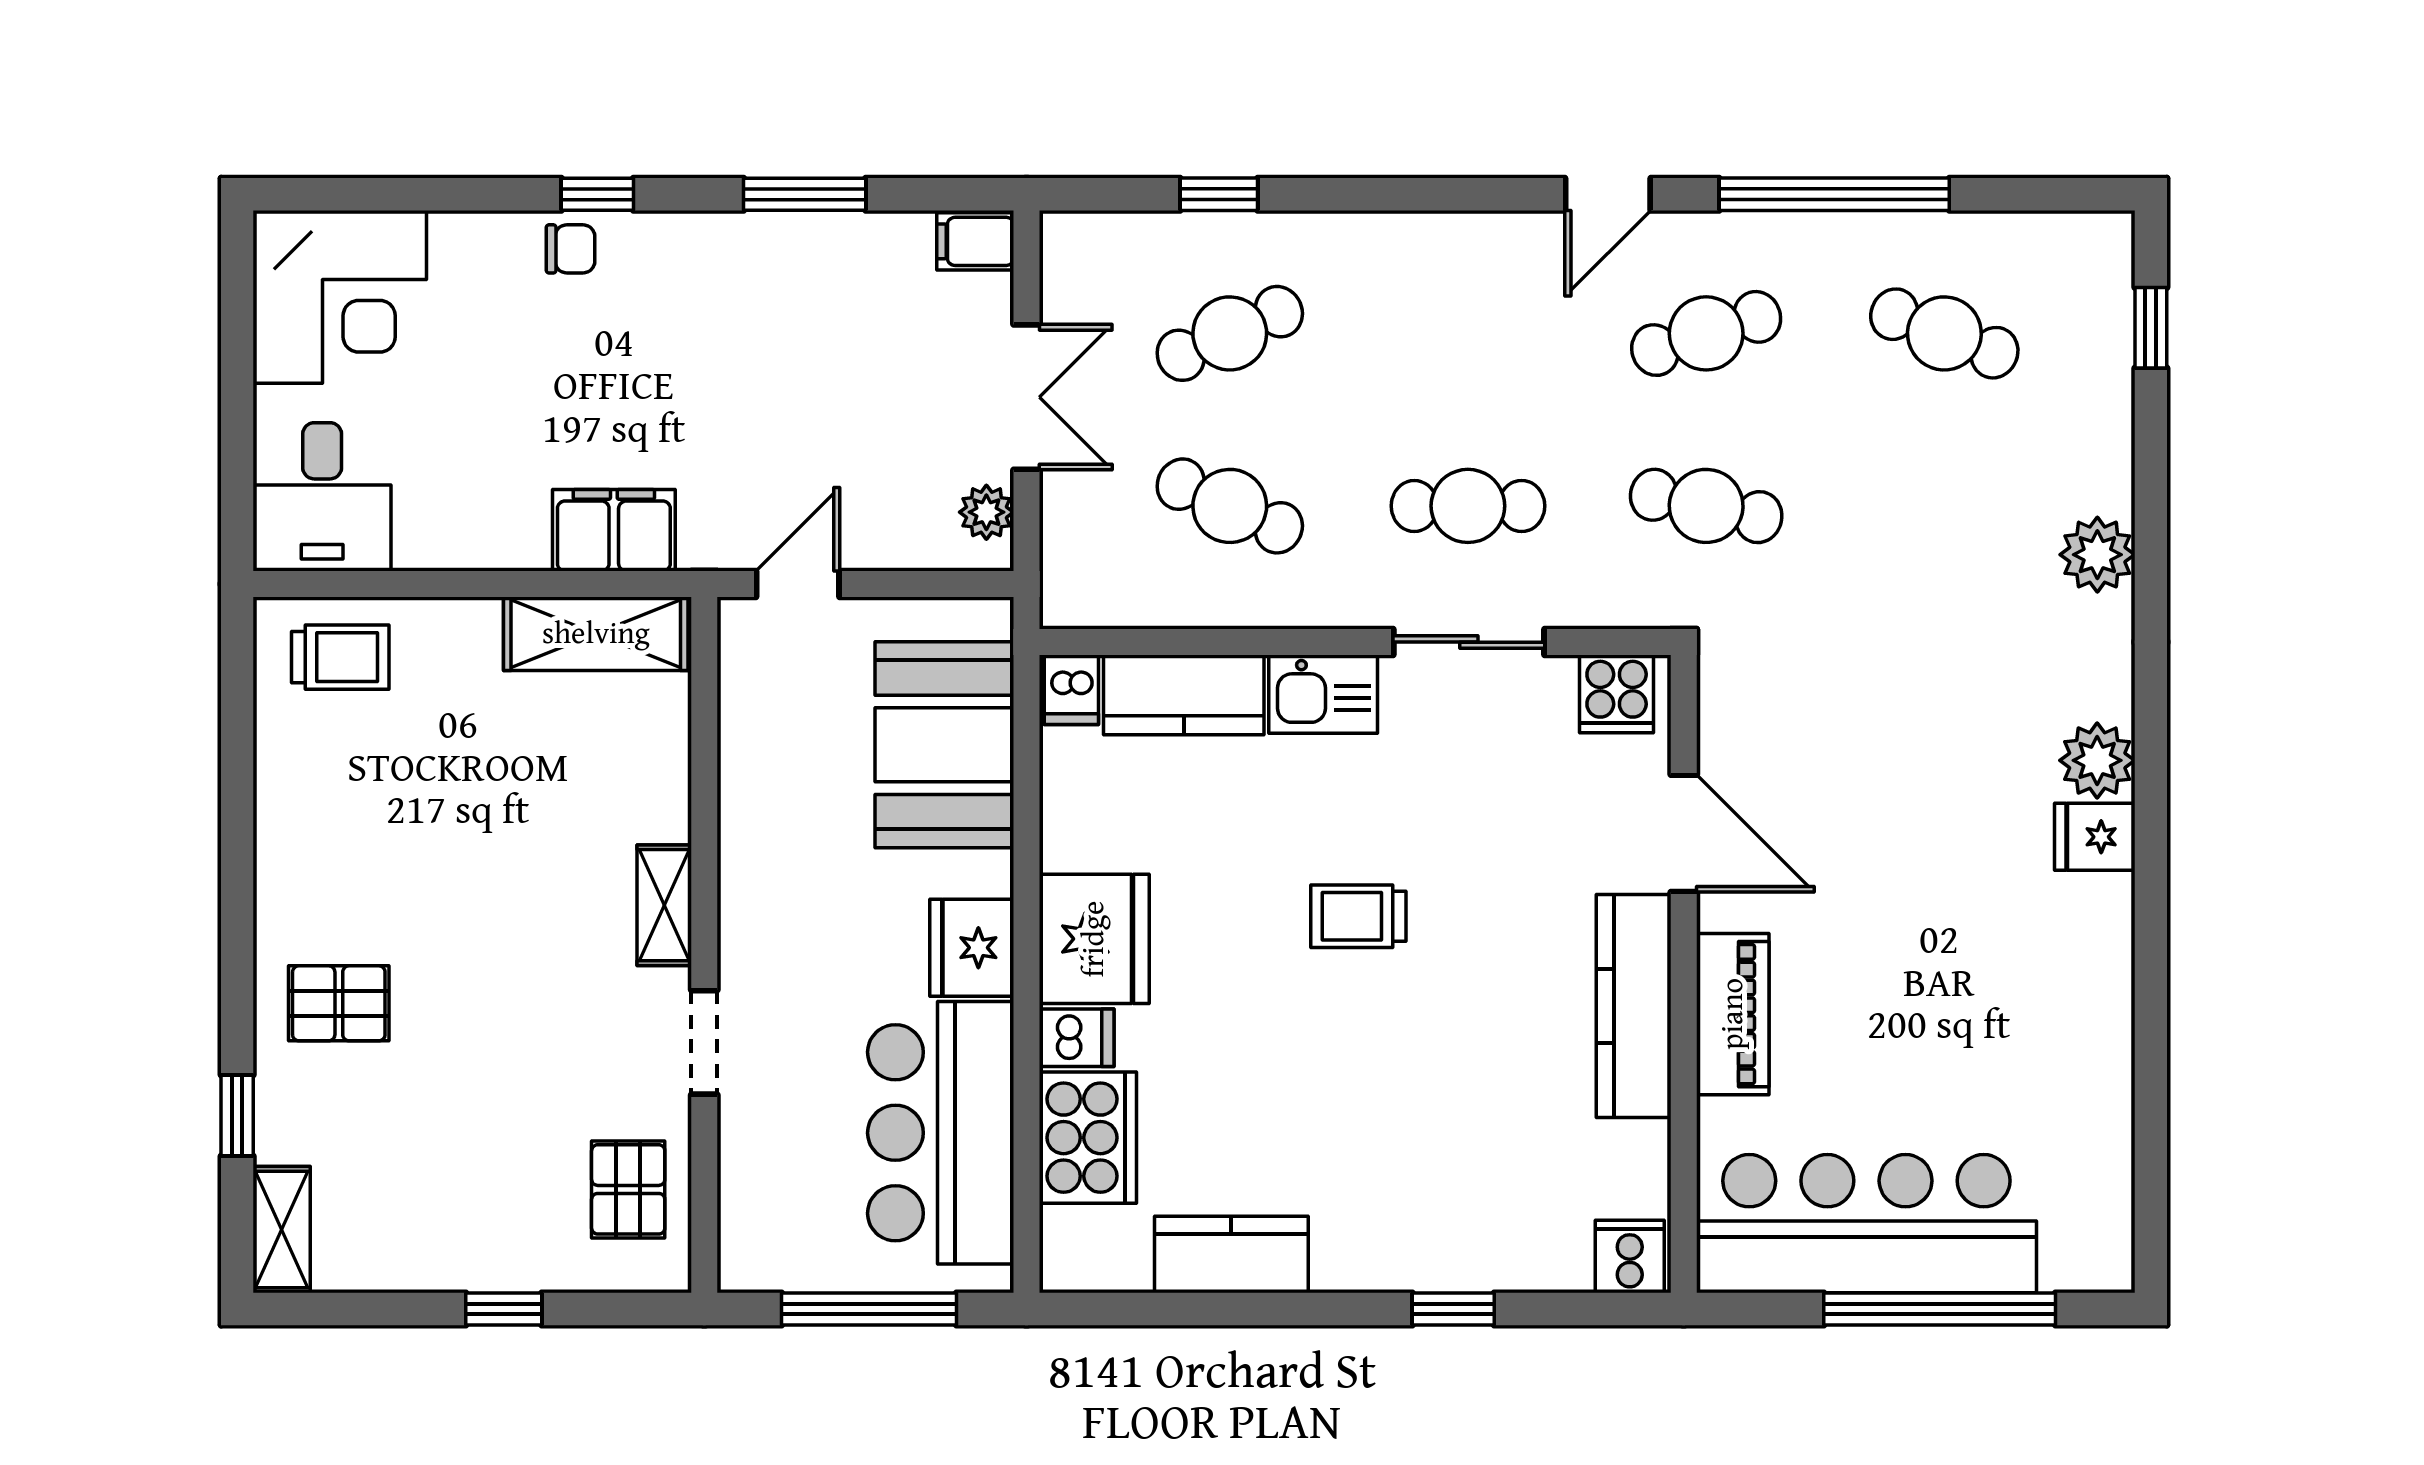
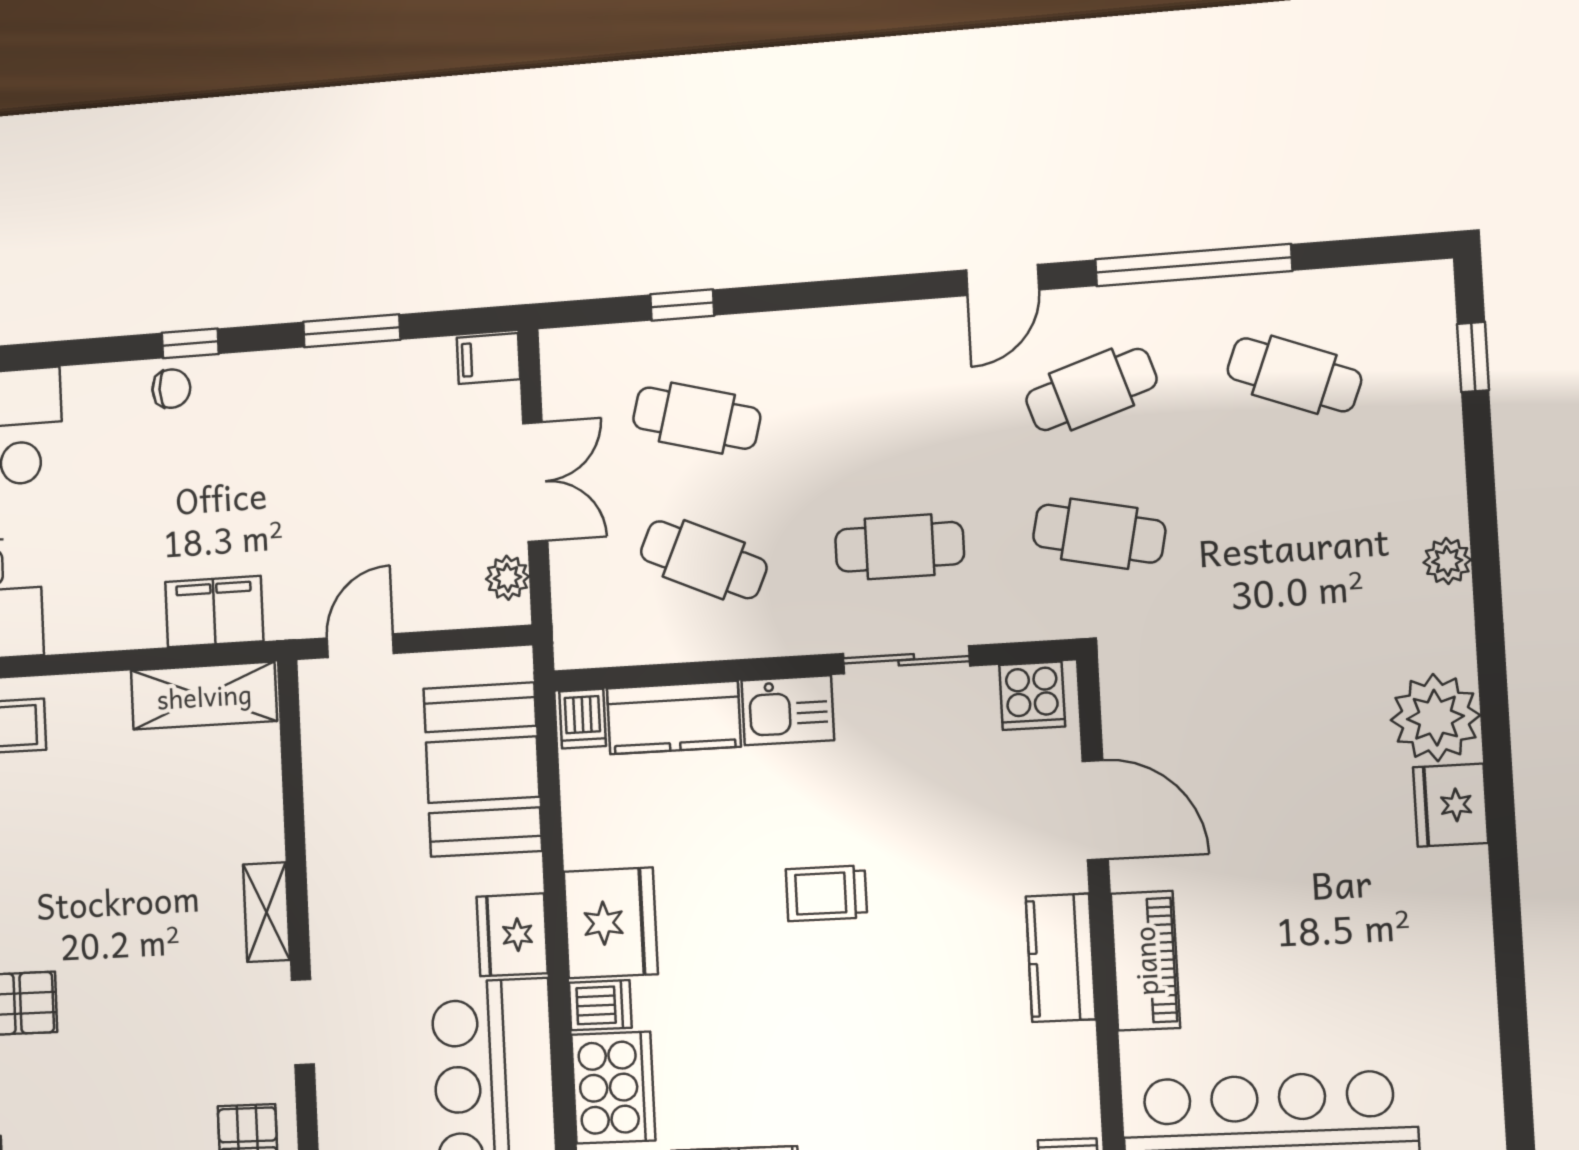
cafe table: (1230, 333) -> (697, 418), turned 39
plant: (2097, 555) -> (1447, 561), width x0.73, depth x0.73
plant: (2097, 760) -> (1435, 718), width x1.36, depth x1.36
fridge: (2095, 837) -> (1451, 805), width x1.38
kitchen counter: (1634, 1006) -> (1061, 958), width x0.67

